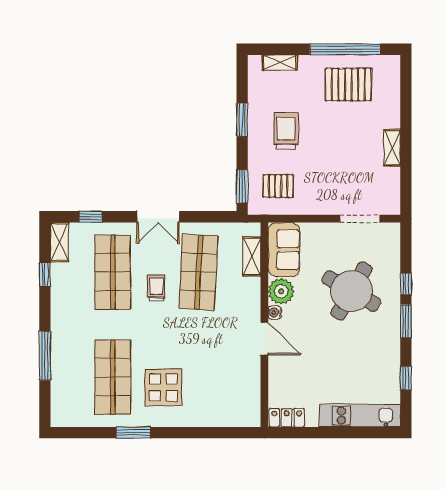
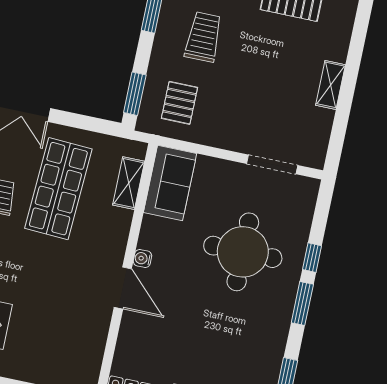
pallet: (278, 186) -> (179, 103), turned 90
plant: (281, 291) -> (156, 234), removed
round table: (351, 291) -> (243, 252), turned -30

